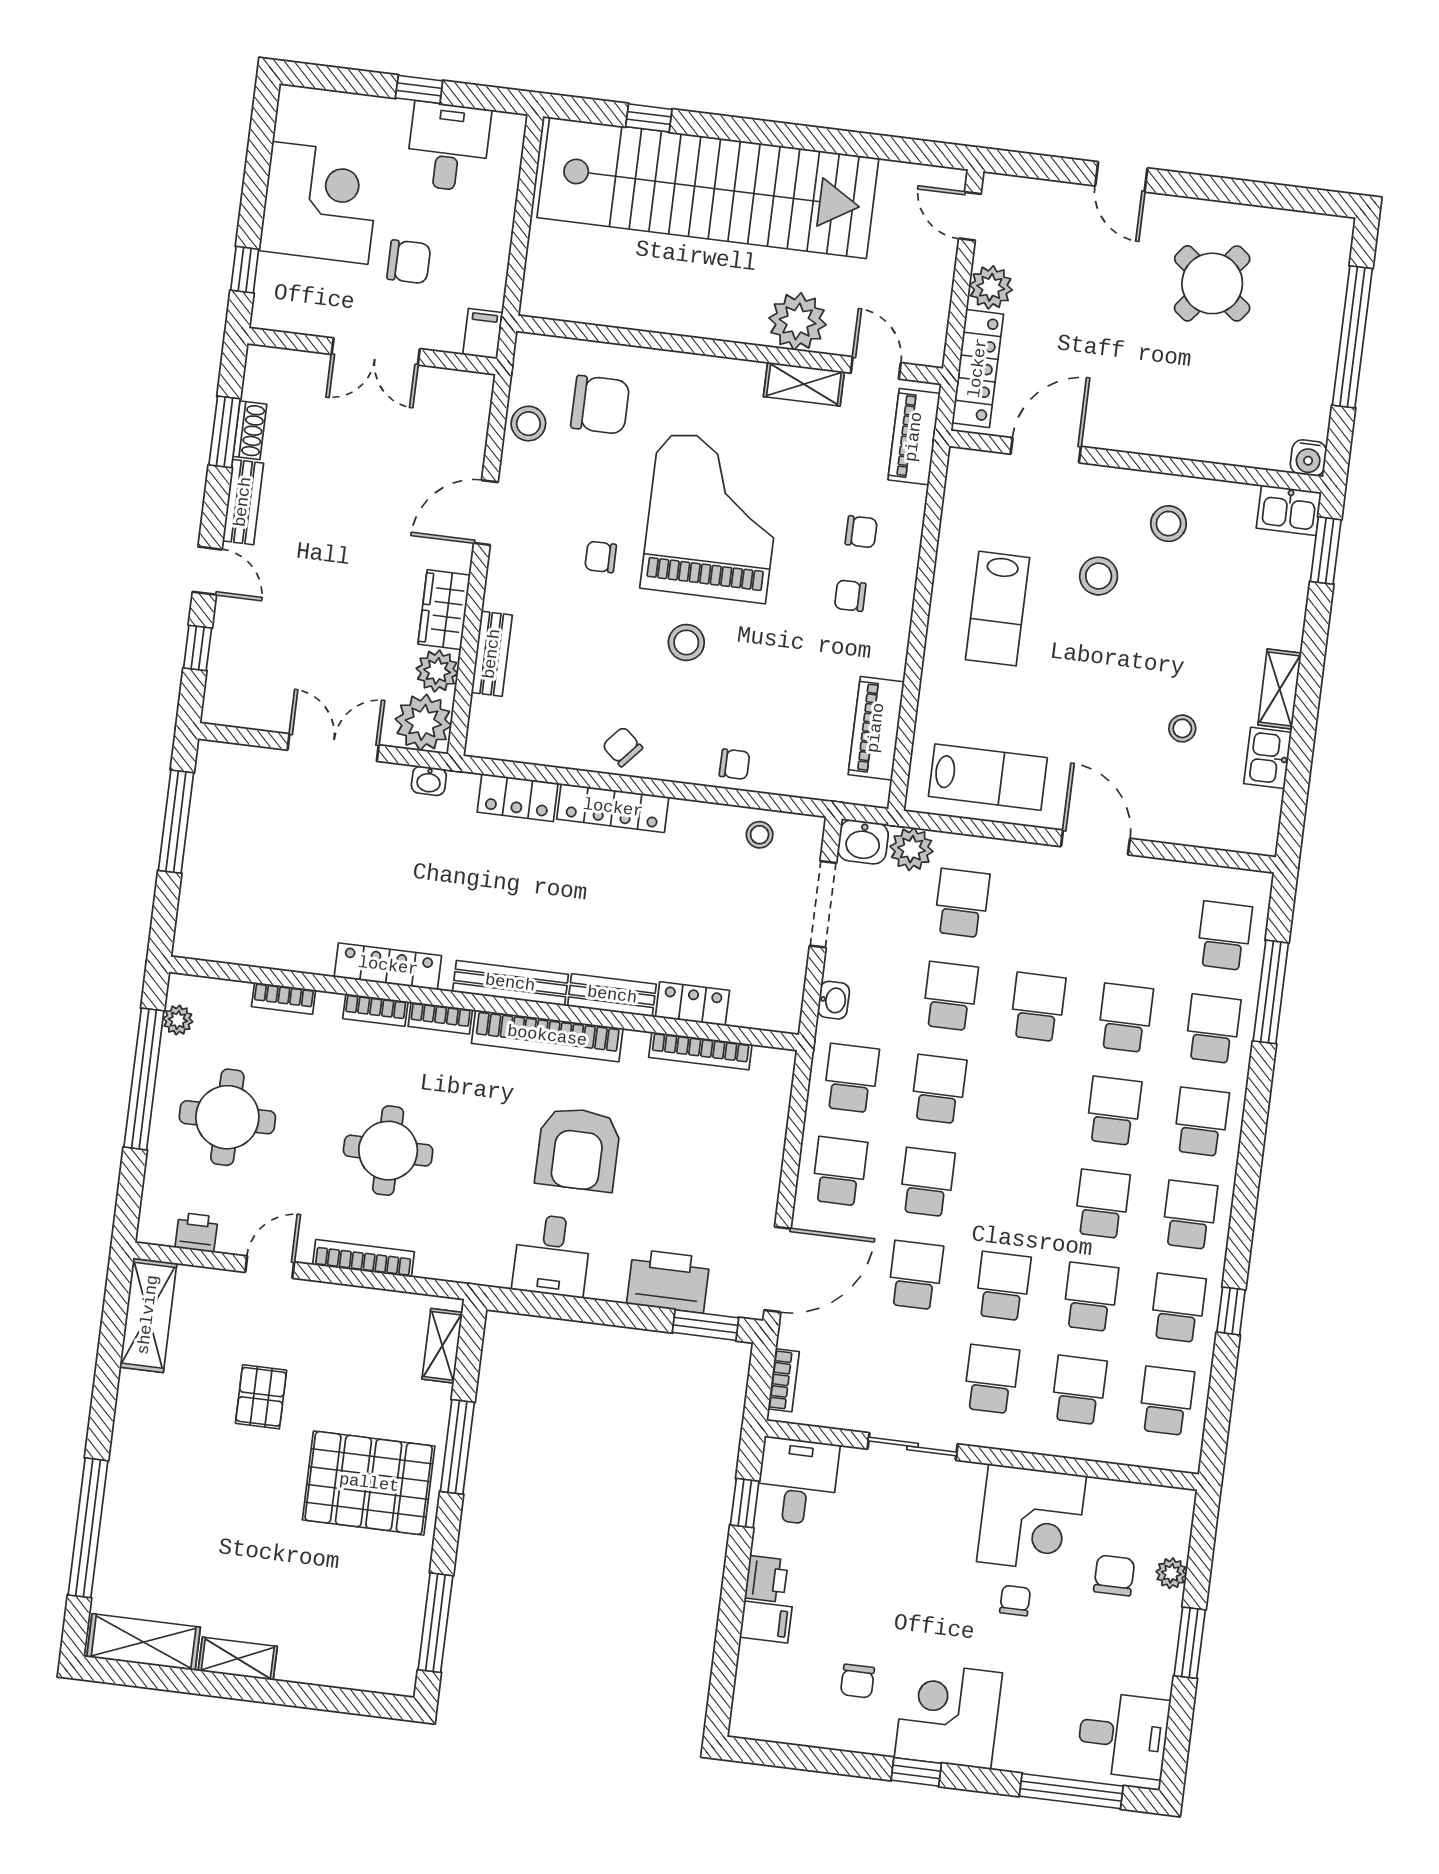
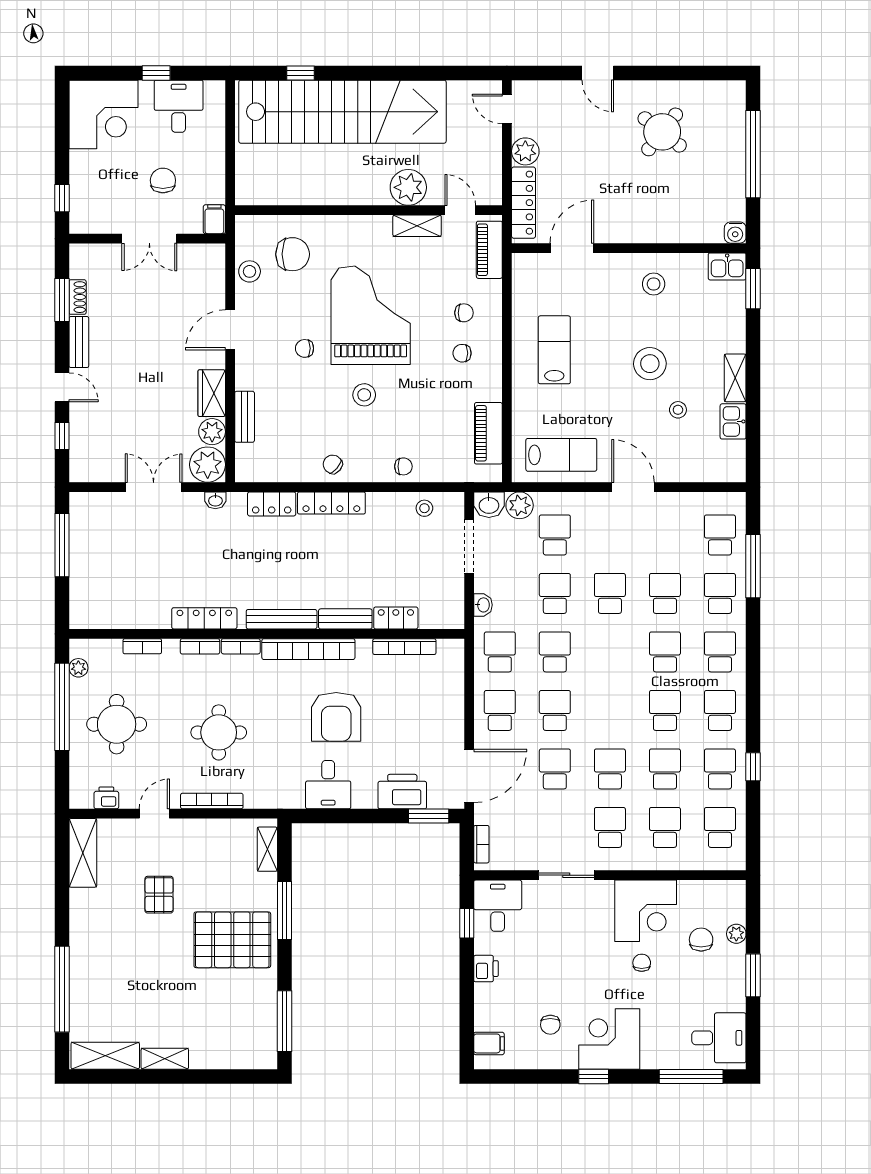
corner desk: (320, 203) -> (103, 114), moved, turned 90
chair: (409, 262) -> (163, 180), turned -90
stool: (1099, 576) -> (650, 364), moved, width x1.38, depth x1.38
lab bench: (998, 609) -> (554, 350), turned 180
filing cabinet: (766, 1622) -> (489, 1043), moved

